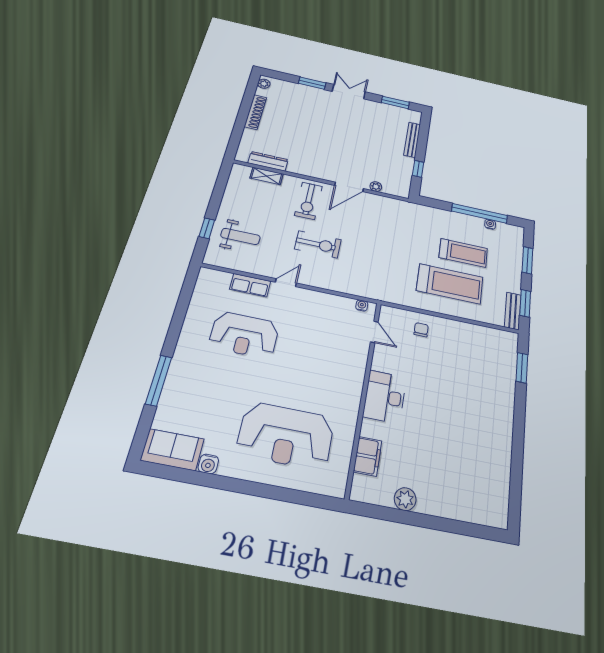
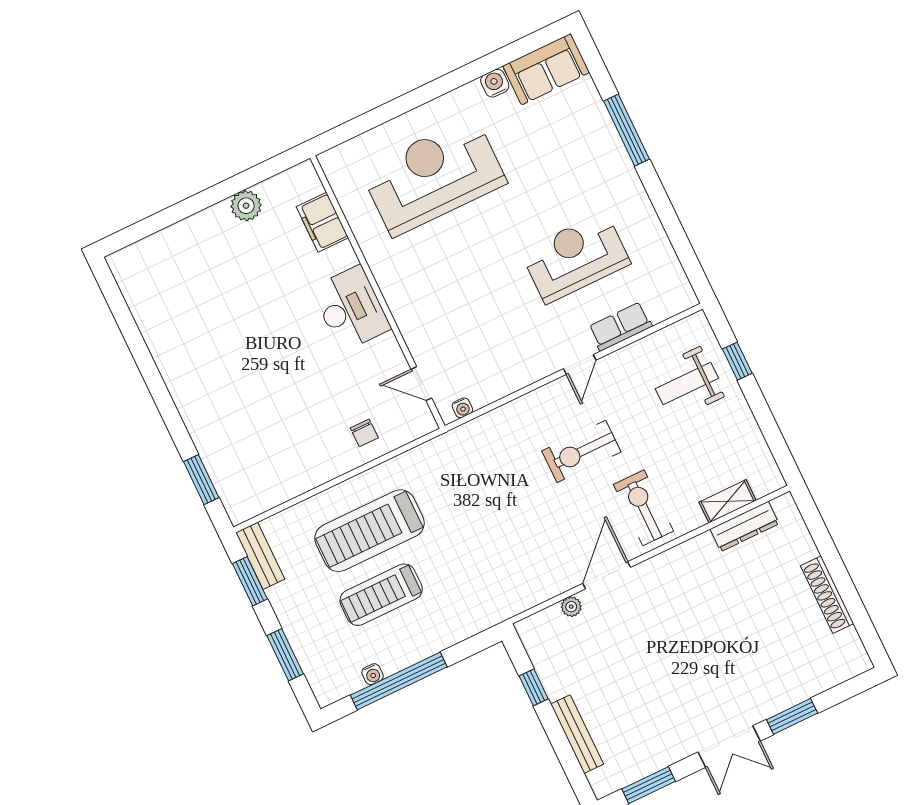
plant: (264, 84) -> (857, 655), removed

